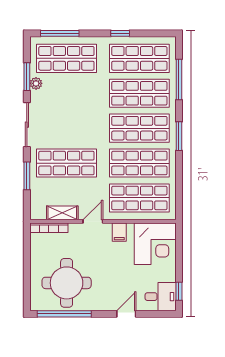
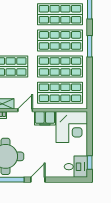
filing cabinet: (119, 232) -> (45, 118), width x2.00
door: (126, 314) -> (38, 180), moved

